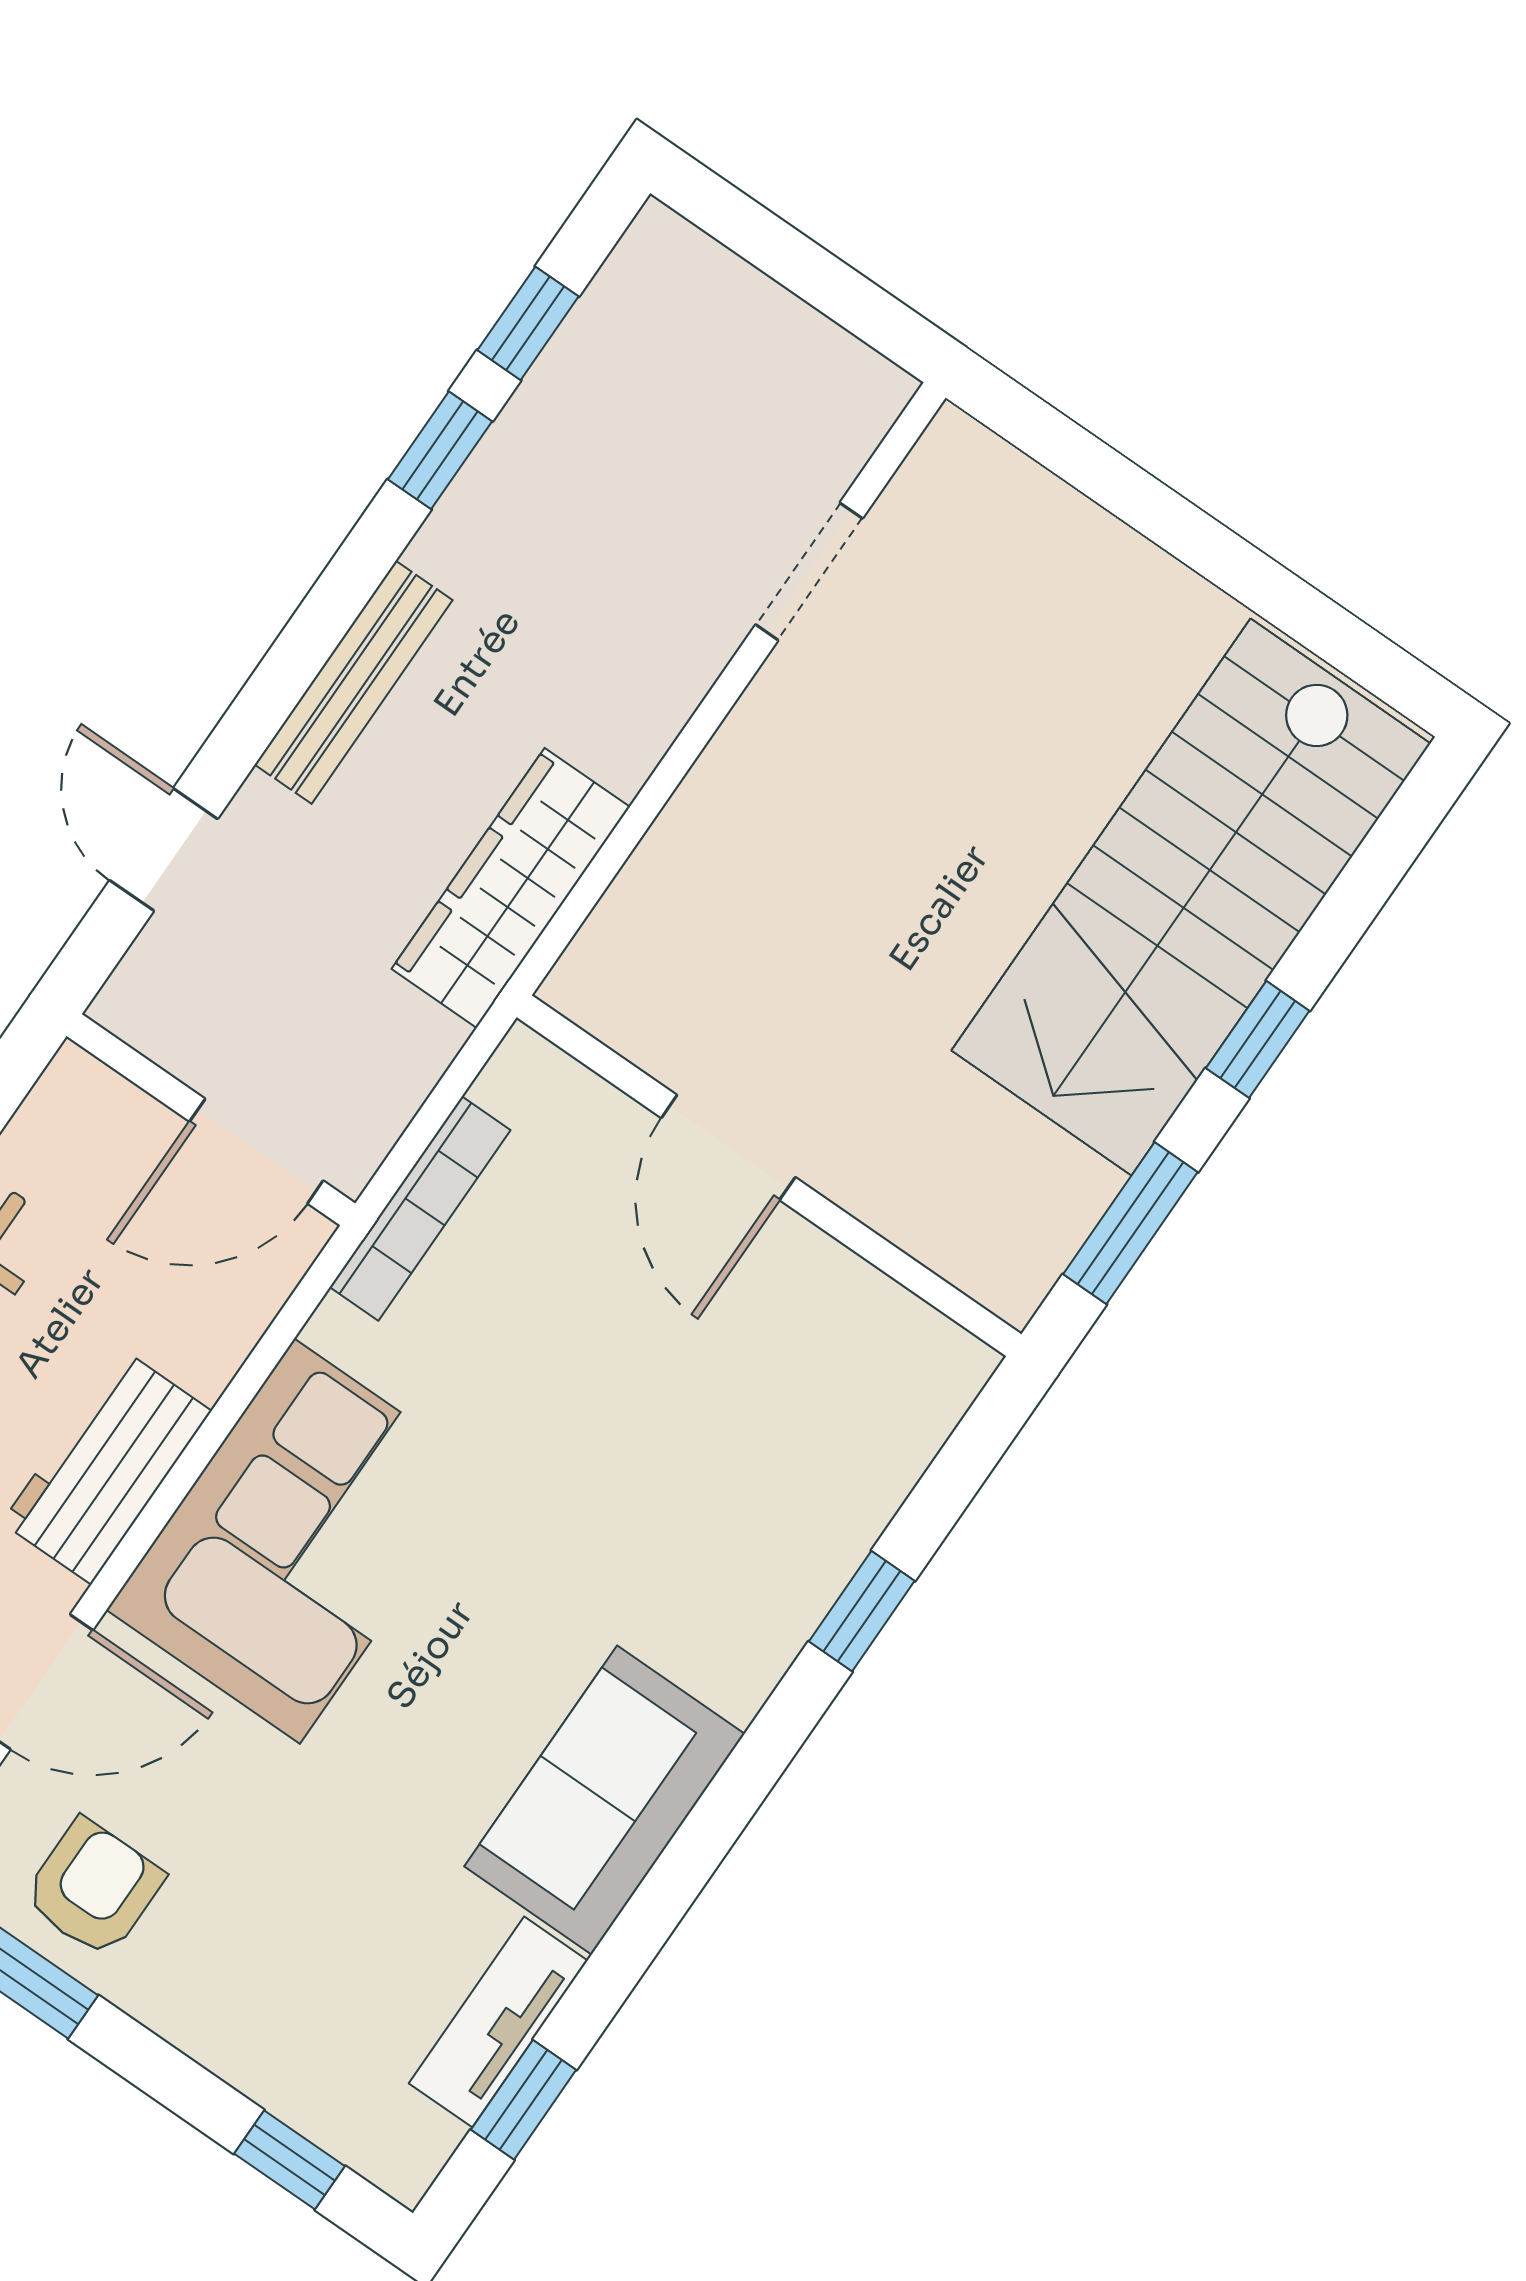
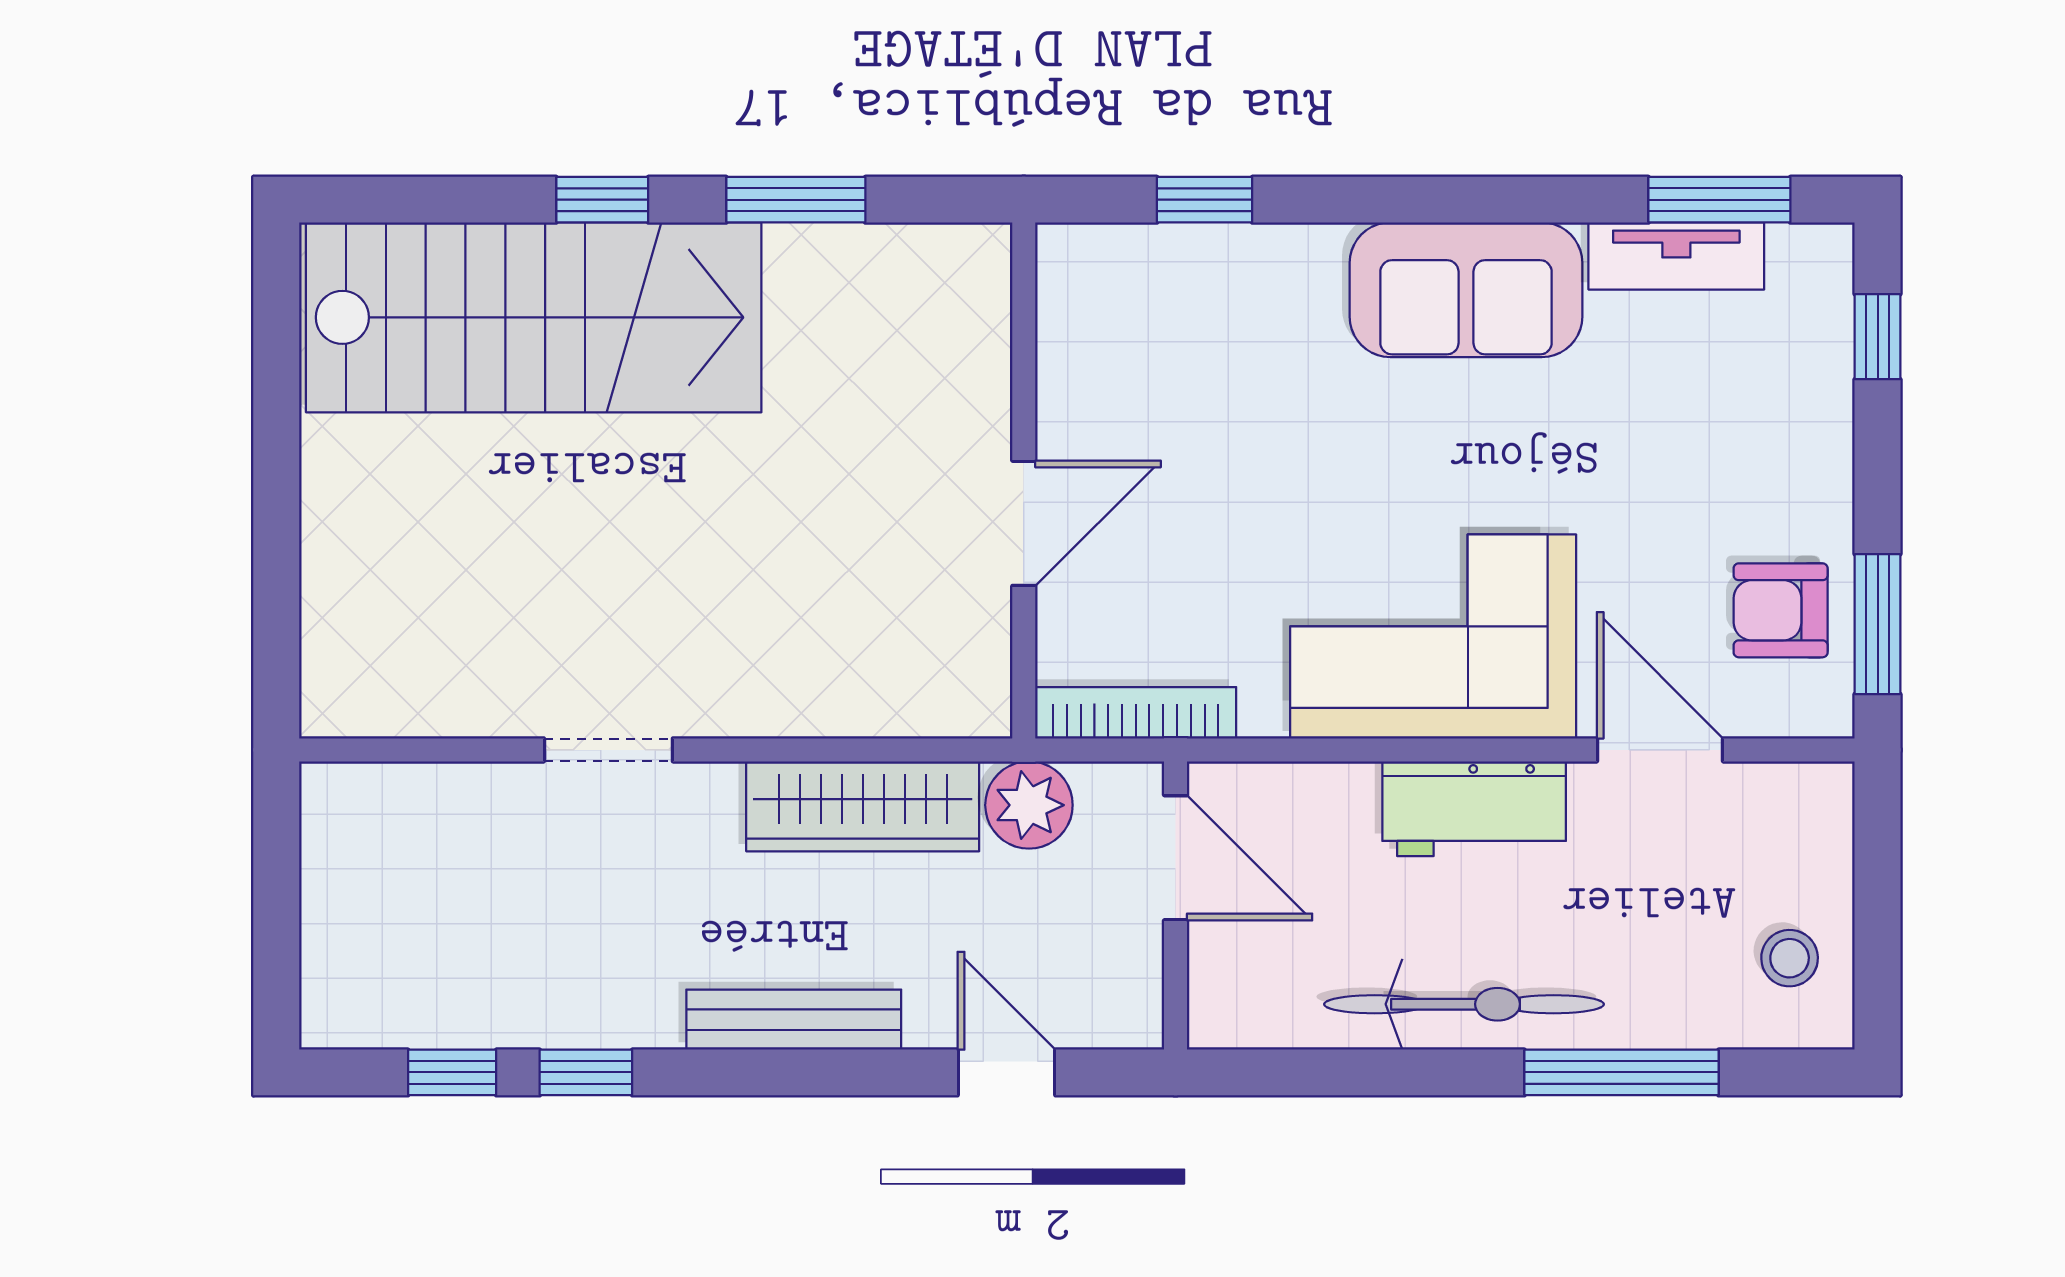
doorway: (809, 572) -> (608, 750), moved
door: (164, 850) -> (1007, 1072), swing flipped
plant: (403, 1047) -> (1029, 805), added
door: (728, 1148) -> (1024, 523), moved
wall: (769, 1176) -> (1024, 481), moved
window: (523, 2100) -> (1719, 200), width x1.50

